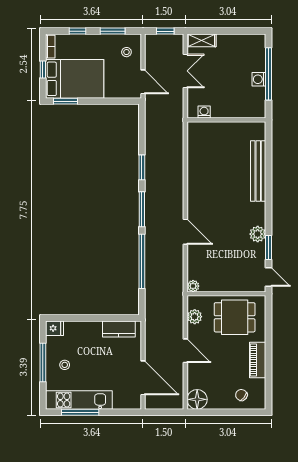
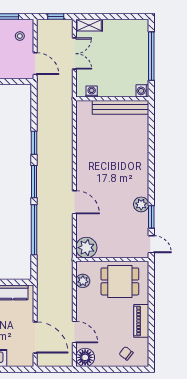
washing machine: (259, 79) -> (142, 91), moved
bench: (258, 171) -> (121, 107), moved, turned 90
plant: (193, 286) -> (86, 248), width x1.87, depth x1.87
door: (185, 351) -> (74, 332), moved

